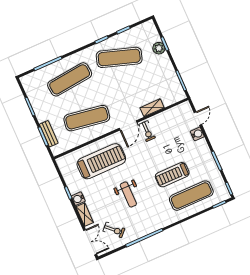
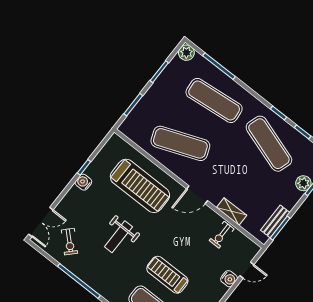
plant: (27, 81) -> (186, 53), added
exercise mat: (87, 118) -> (180, 143), turned -30
exercise bike: (147, 131) -> (222, 235), moved
bench: (49, 134) -> (275, 221), moved
shelving: (85, 215) -> (69, 199), removed

